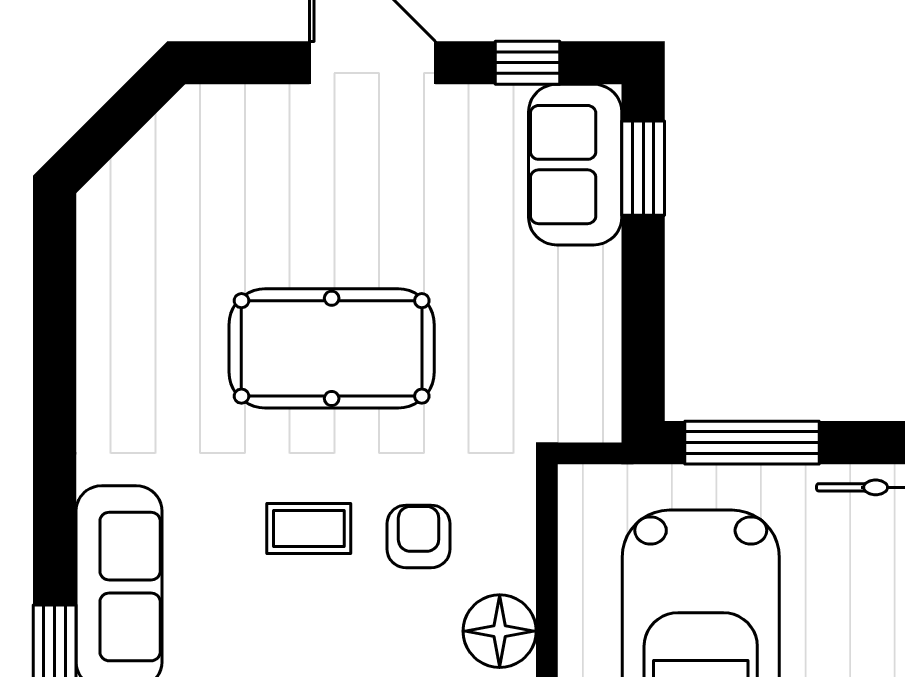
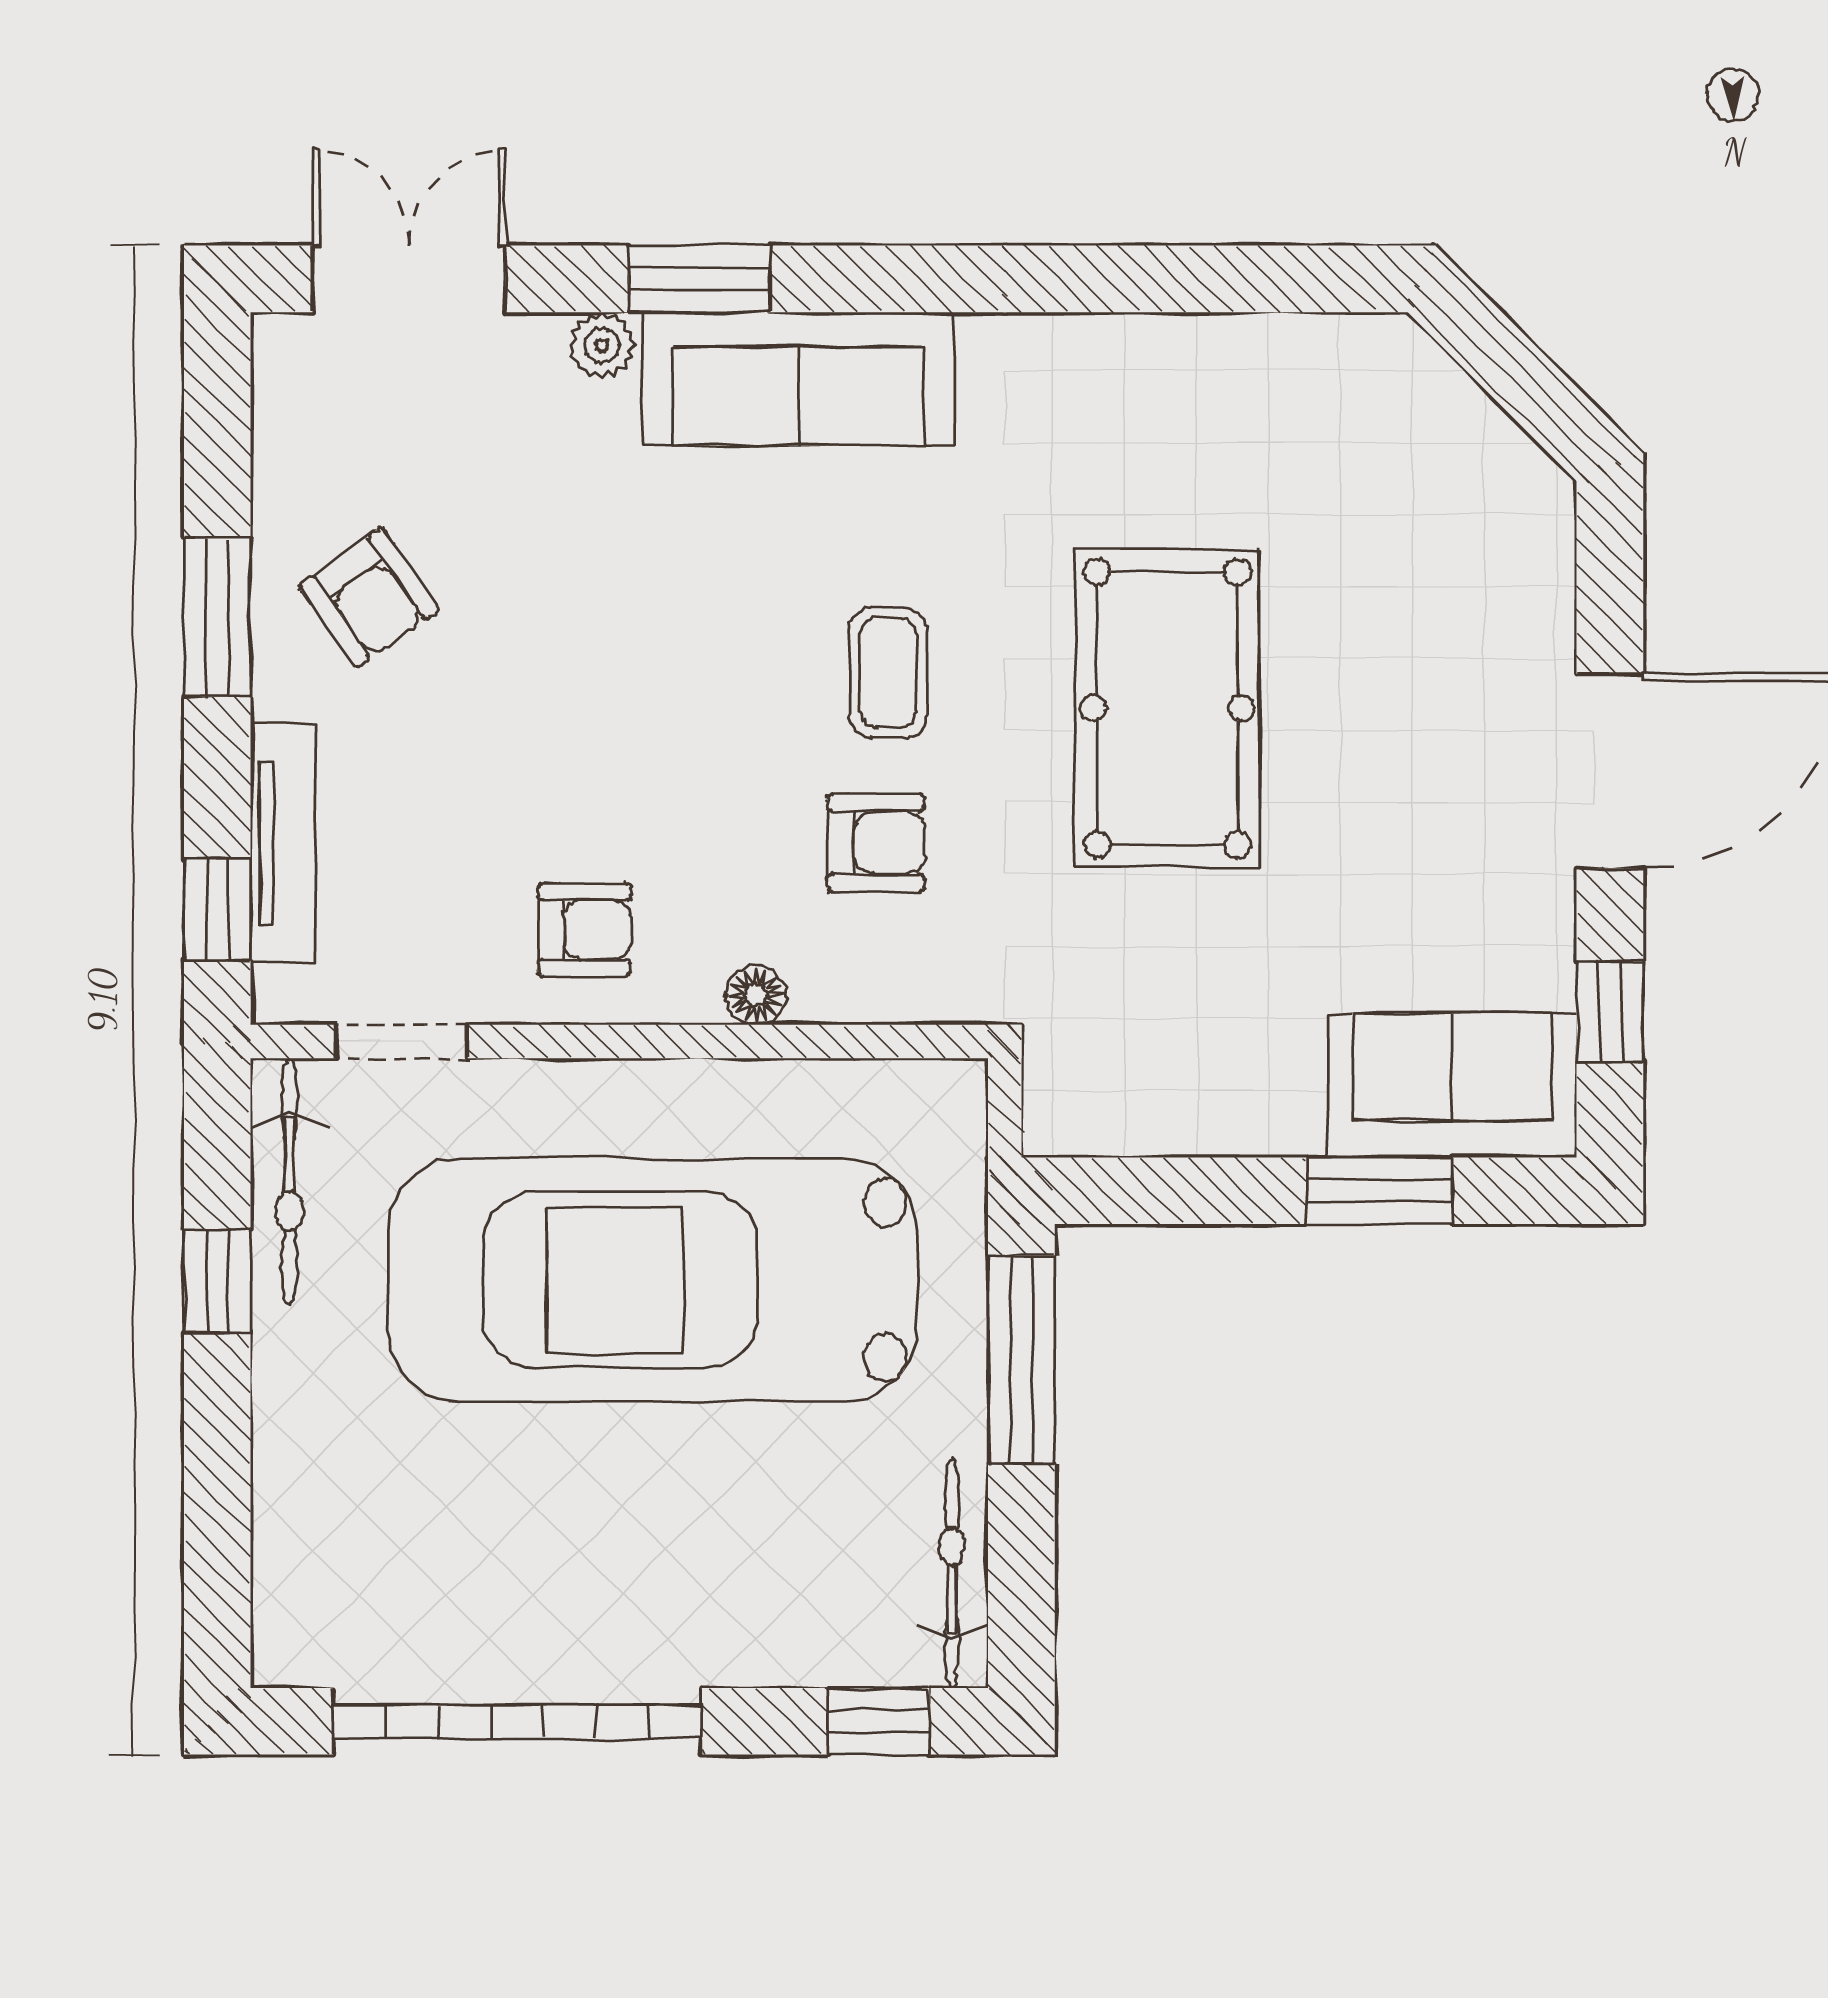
window: (643, 168) -> (1380, 1191), moved
floor lamp: (500, 631) -> (756, 995), width x0.53, depth x0.53

